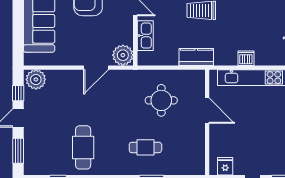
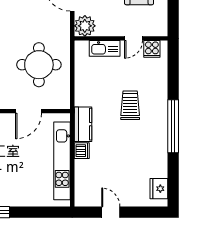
kitchen counter: (196, 57) -> (83, 124), moved
round table: (161, 100) -> (39, 65), width x1.36, depth x1.36

